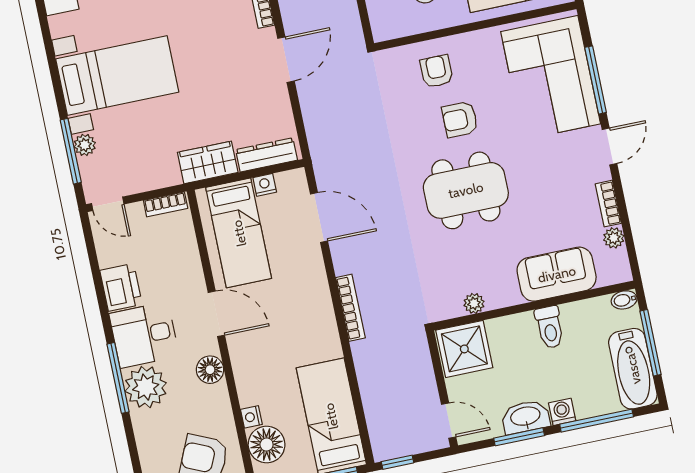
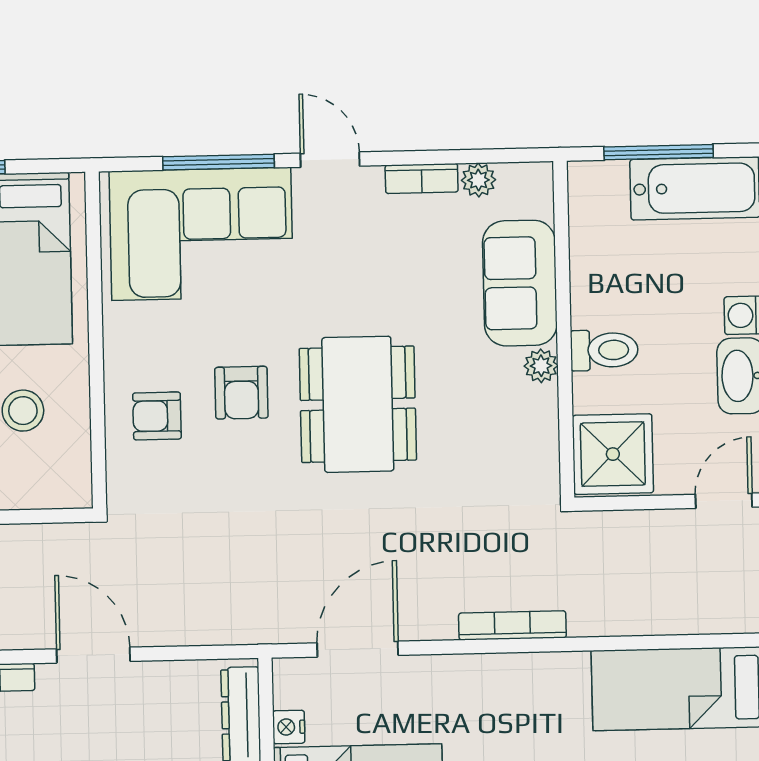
bidet: (624, 300) -> (582, 182), removed
plant: (474, 303) -> (541, 366), moved
toilet: (550, 327) -> (604, 350), moved

